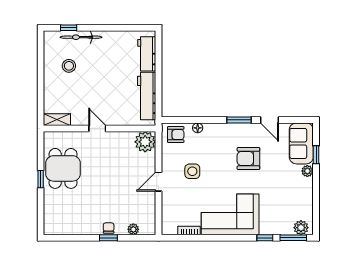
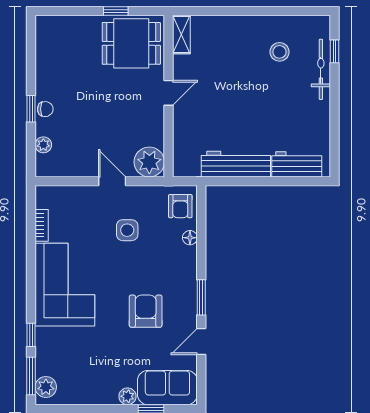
shelving: (57, 120) -> (181, 35), moved
door: (97, 128) -> (168, 93), moved
wall: (100, 128) -> (168, 96), moved
plant: (145, 142) -> (149, 162), moved

